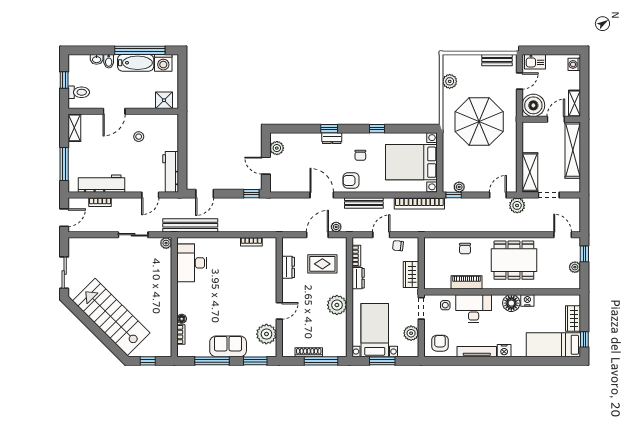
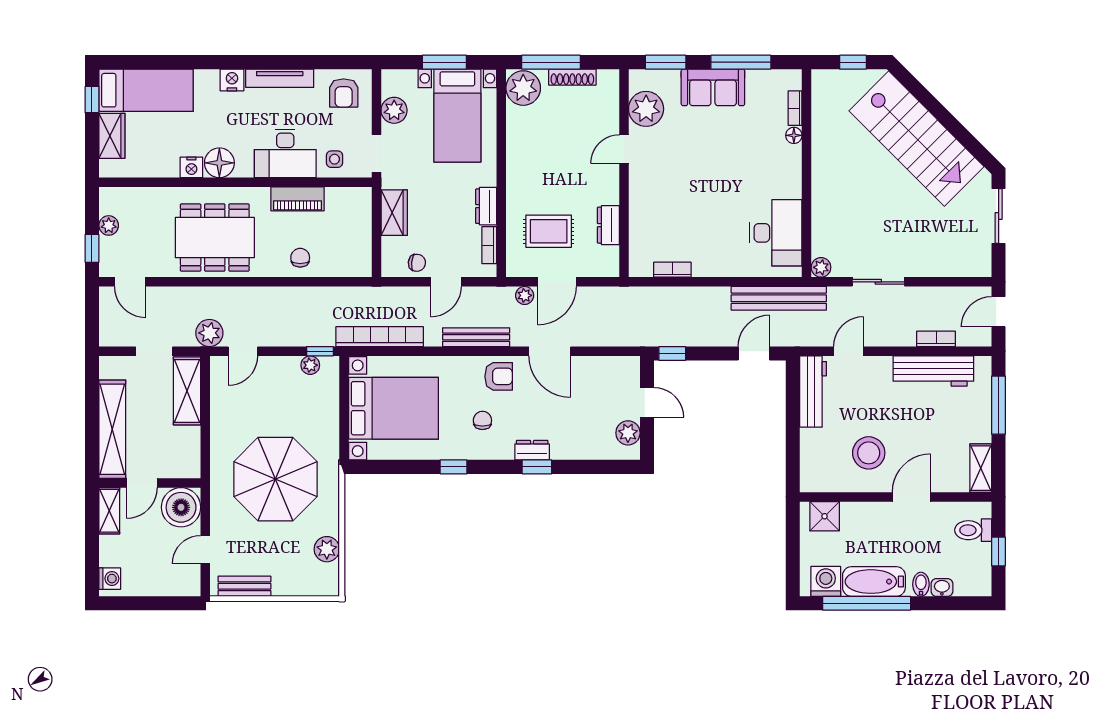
kitchen sink: (535, 62) -> (178, 583), removed
stool: (139, 137) -> (869, 453), width x1.89, depth x1.89
plant: (337, 305) -> (523, 88), moved

